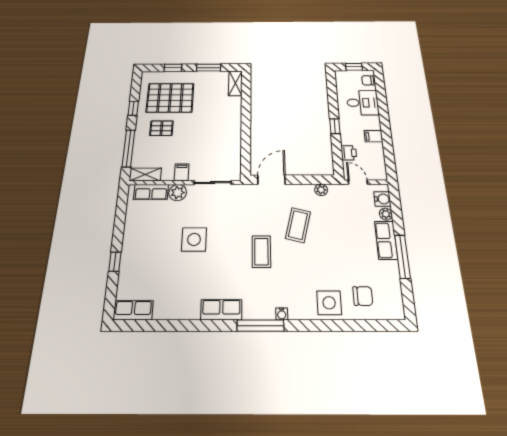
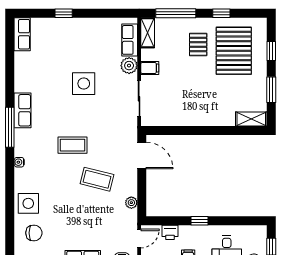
chair: (363, 296) -> (34, 233), turned -90
window: (260, 326) -> (10, 127), moved

